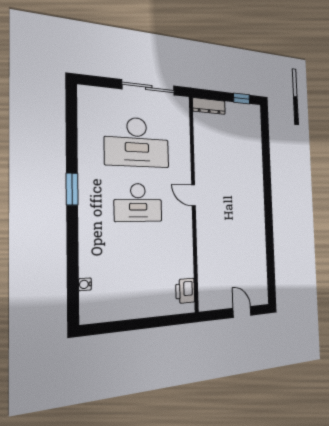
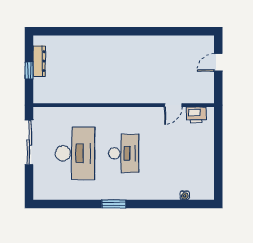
window: (242, 98) -> (29, 71), moved
dresser: (209, 106) -> (39, 61), moved
door: (193, 195) -> (173, 105), moved

